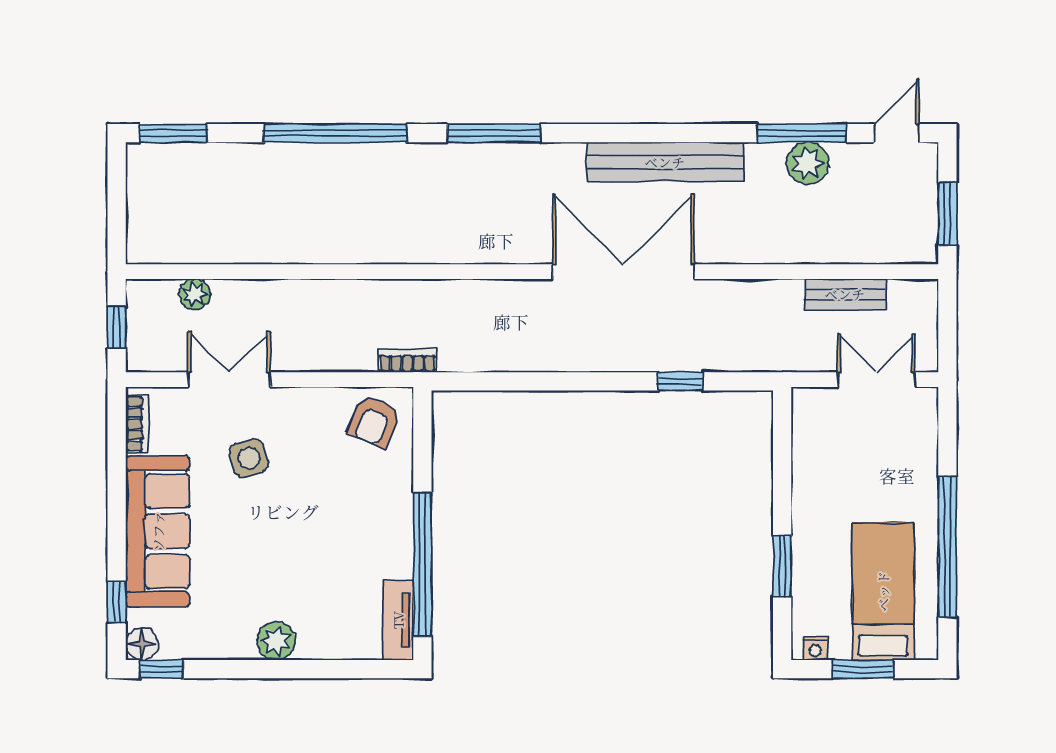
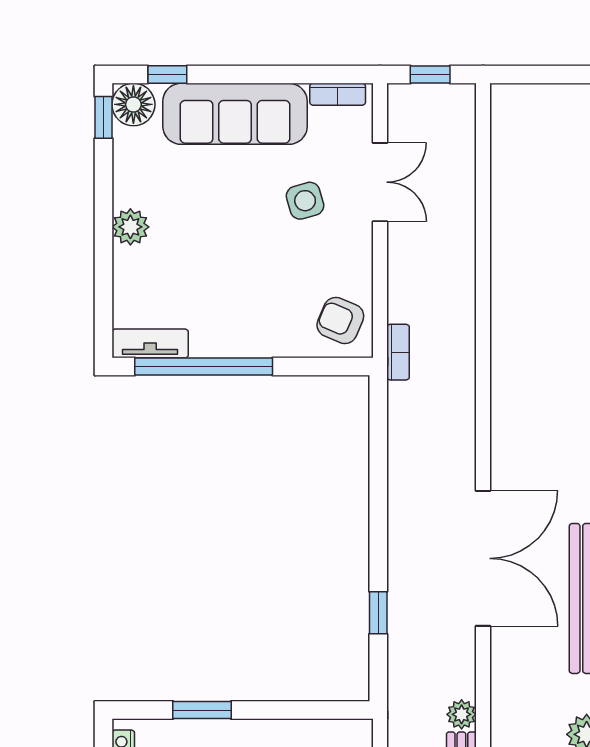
plant: (195, 294) -> (462, 714), moved
floor lamp: (142, 644) -> (133, 104), width x1.38, depth x1.38

